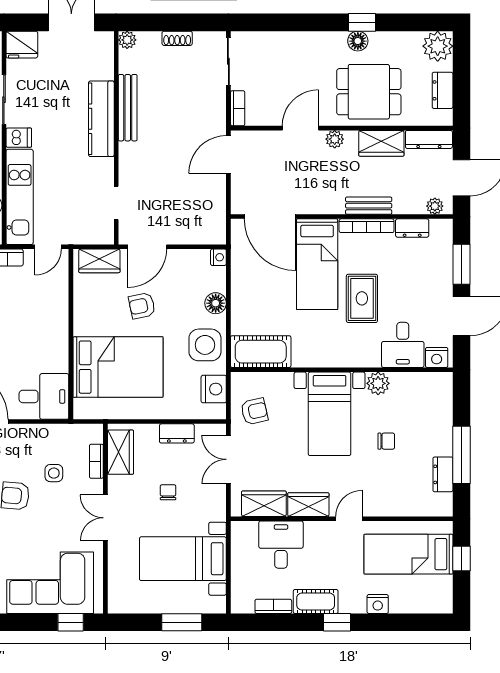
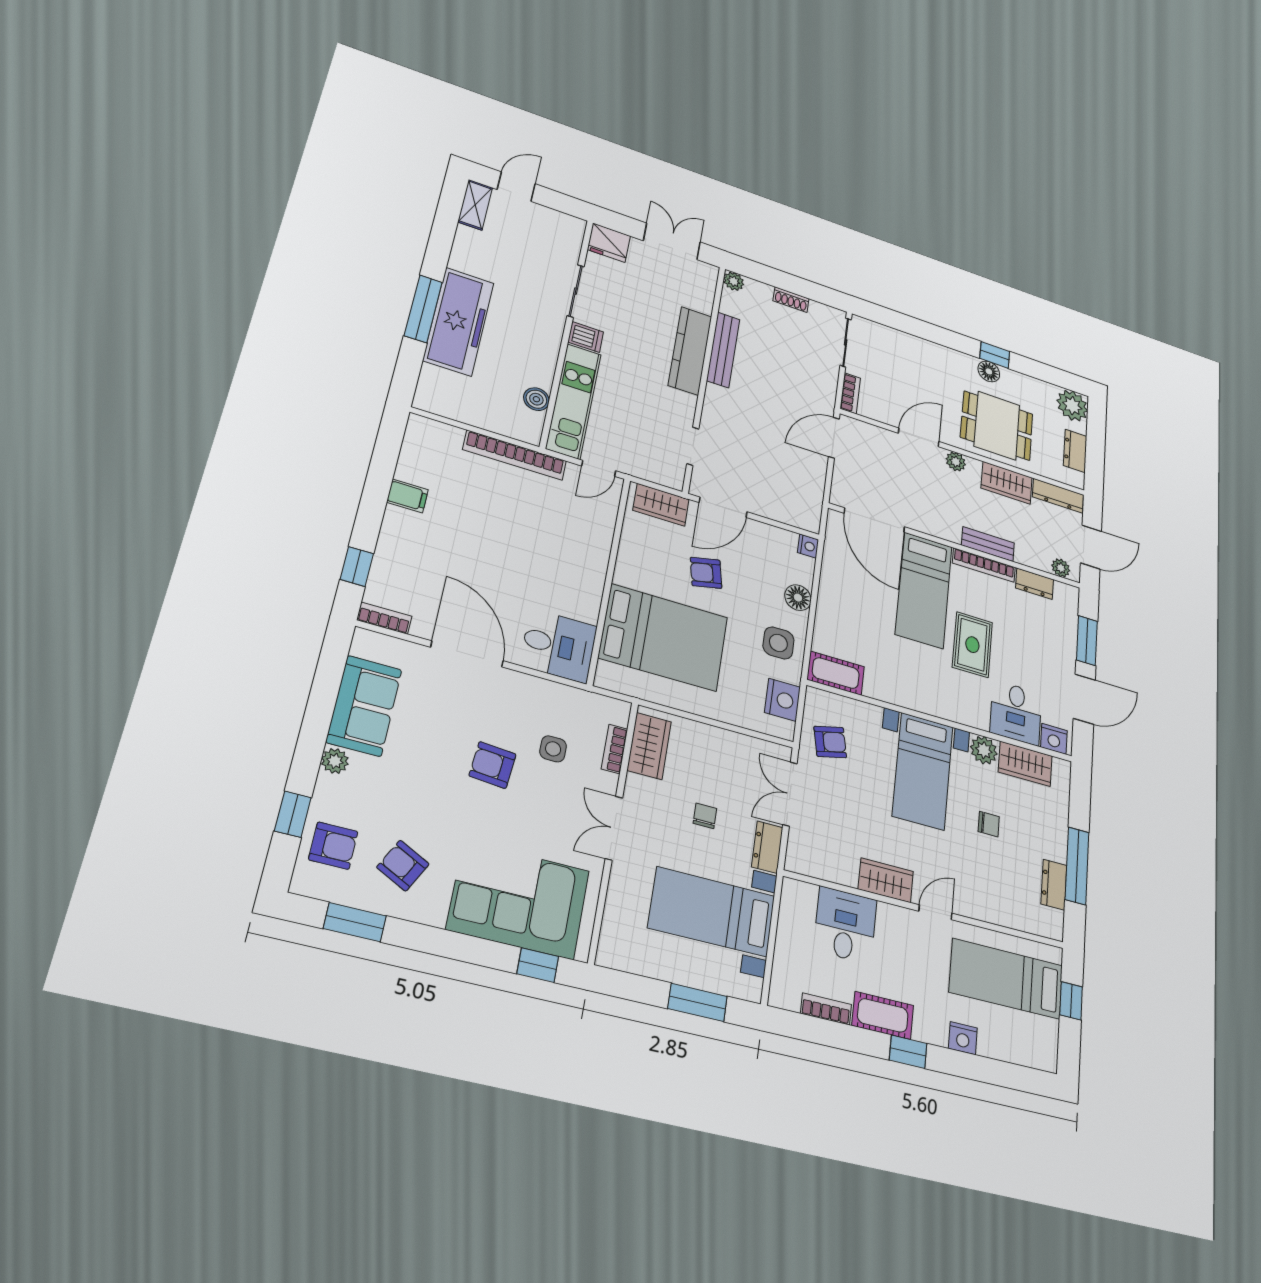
side table: (205, 345) -> (778, 643), width x0.73, depth x0.73
cot: (261, 352) -> (836, 673), width x0.73, depth x0.75
dresser: (177, 433) -> (767, 847), moved, turned 90
wardrobe: (264, 504) -> (1025, 764), moved, turned 180

